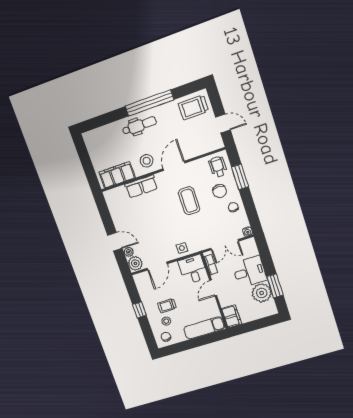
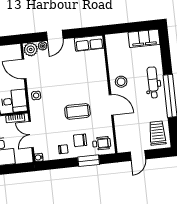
dental chair: (139, 126) -> (153, 82), turned 180
filing cabinet: (117, 175) -> (144, 38), moved, turned 90
row of seats: (141, 186) -> (89, 43), moved, turned -90

